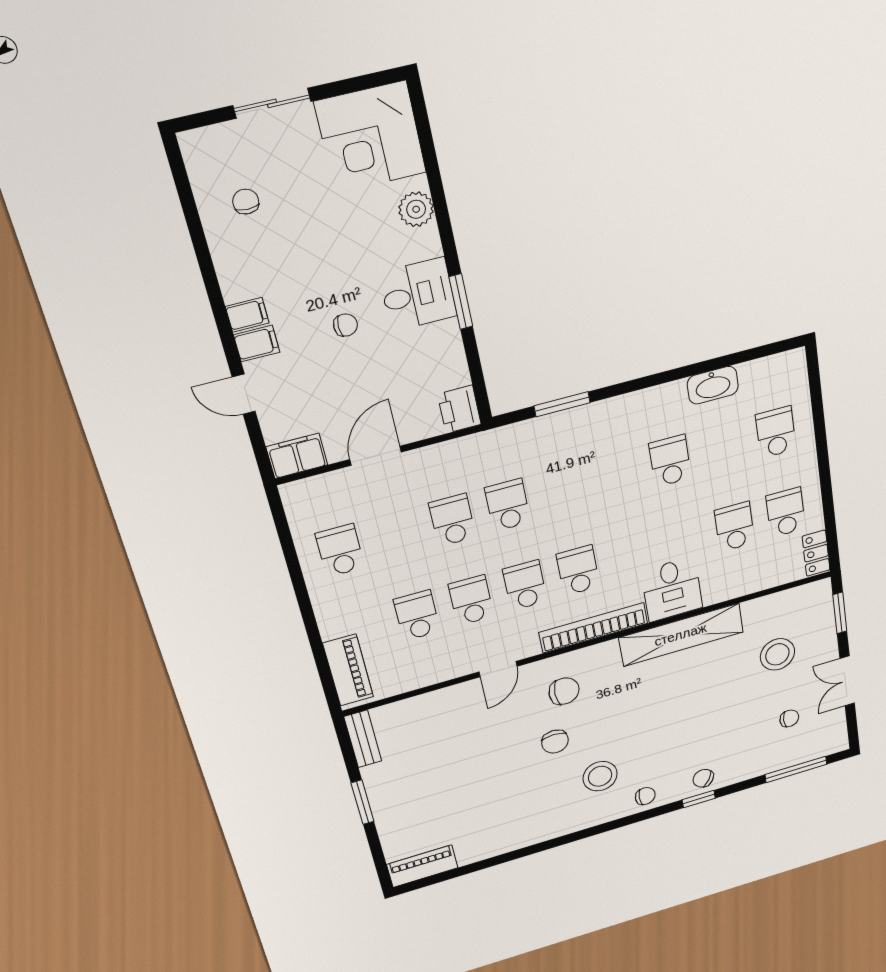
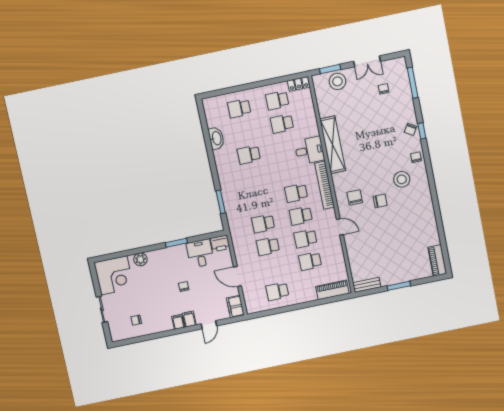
desk: (418, 294) -> (200, 253), moved
stool: (777, 654) -> (337, 81), moved

